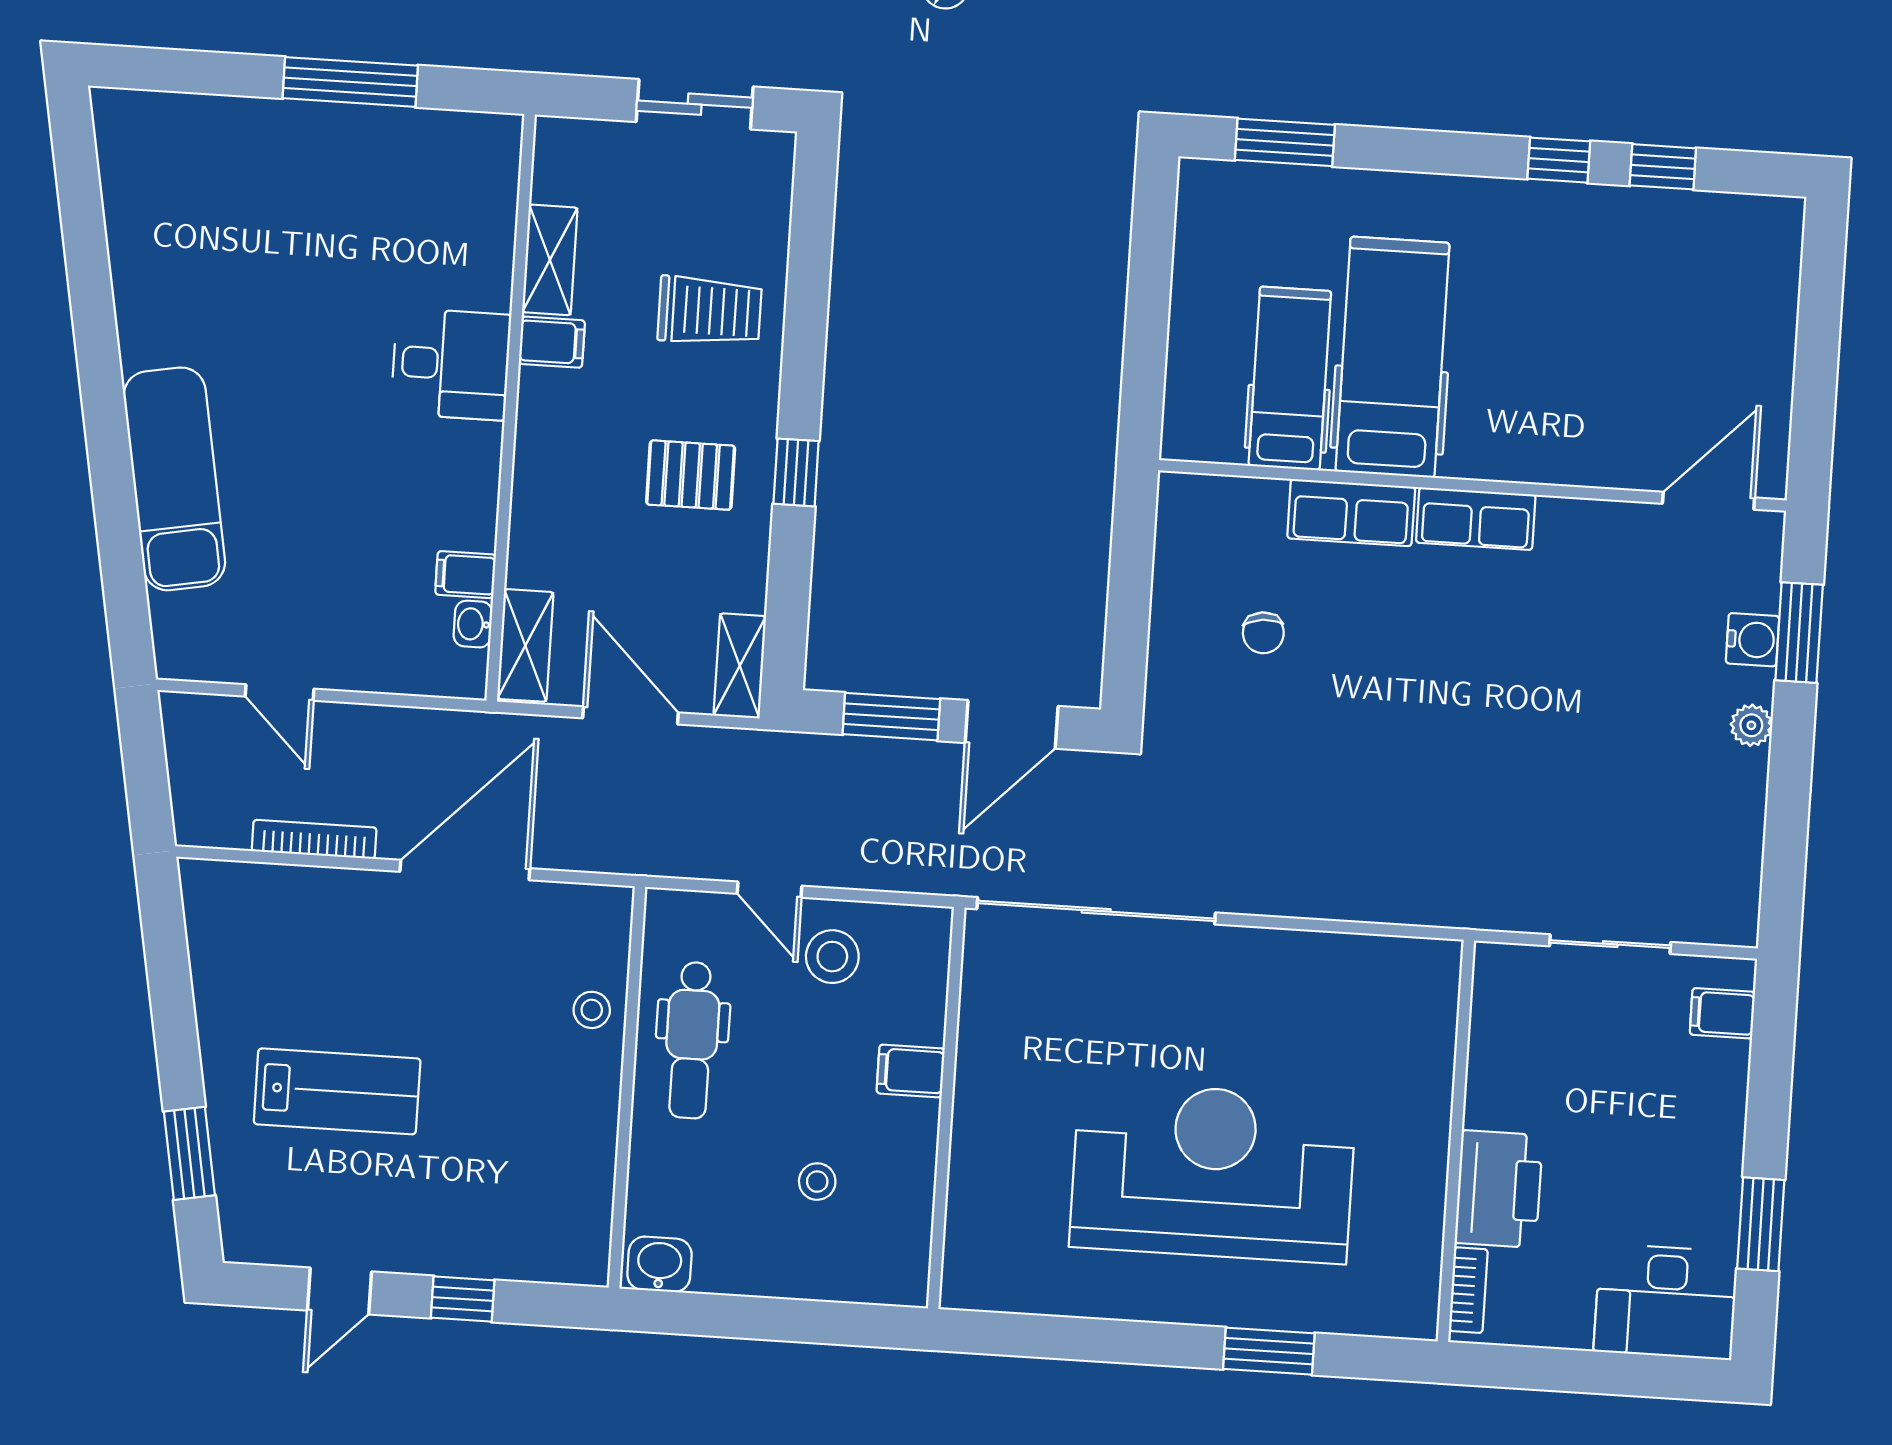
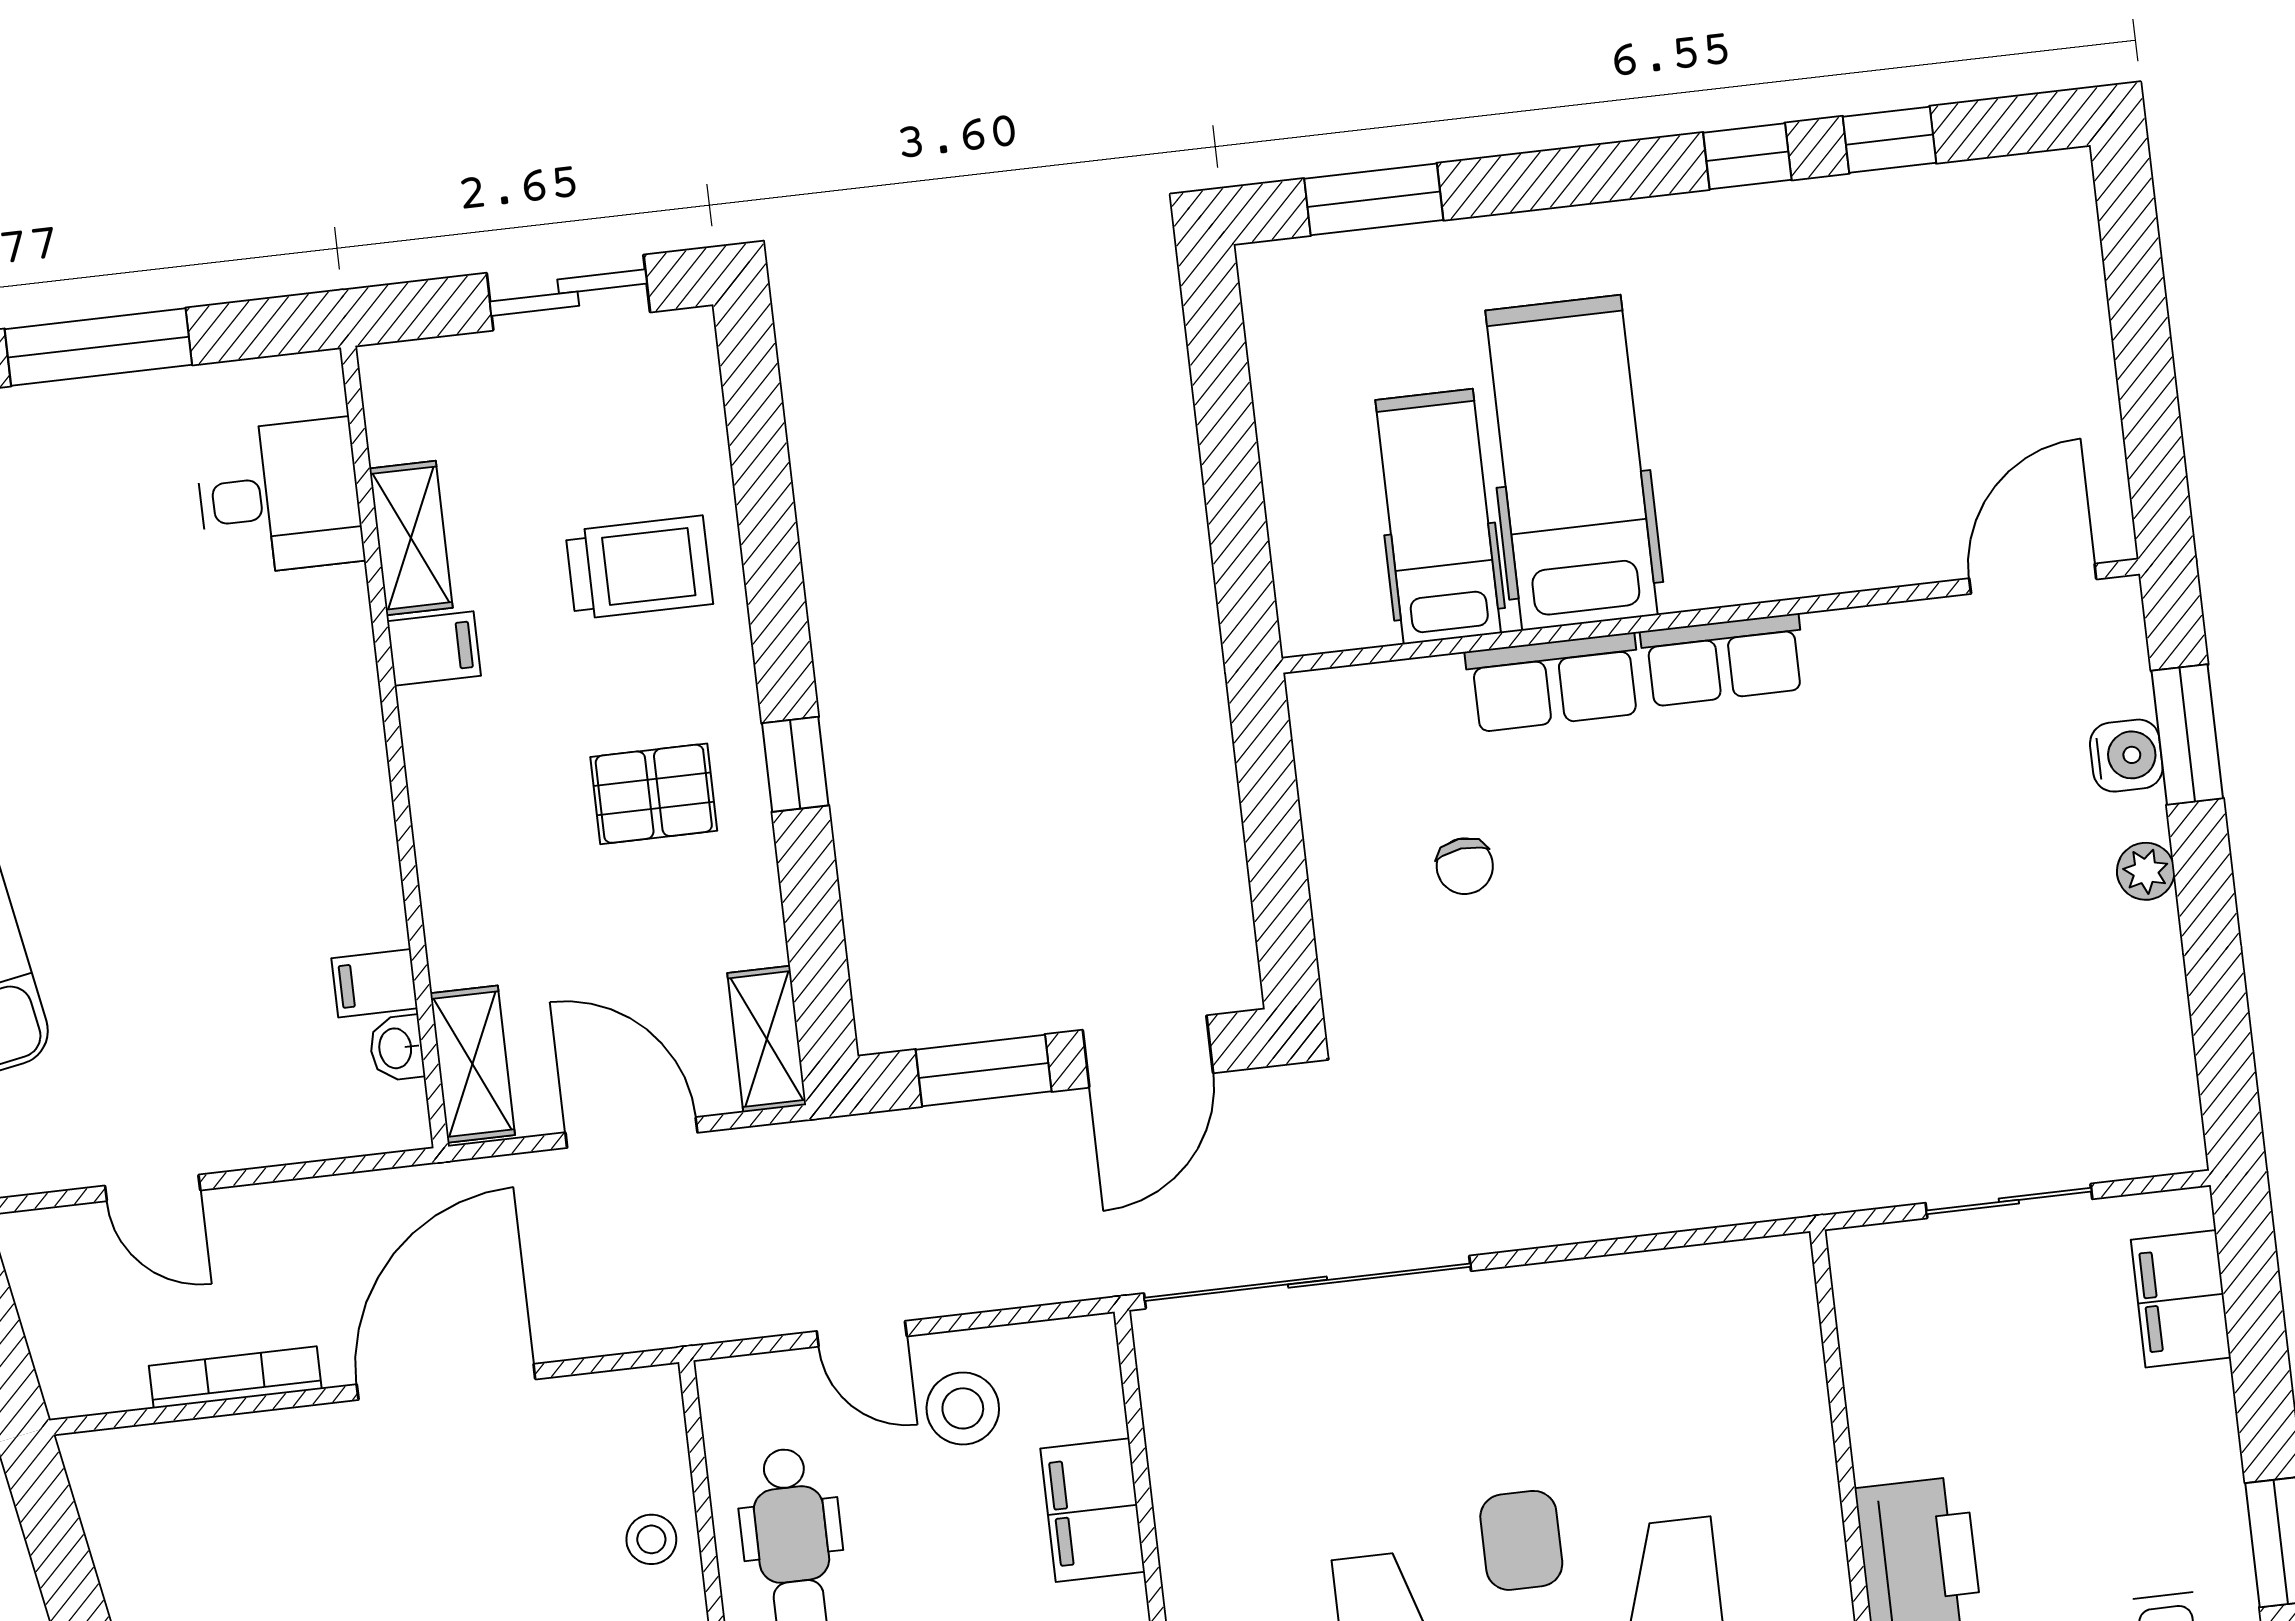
desk: (451, 364) -> (279, 497), moved
filing cabinet: (1722, 1013) -> (2181, 1299), width x2.00
filing cabinet: (911, 1071) -> (1093, 1510), width x2.00

